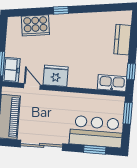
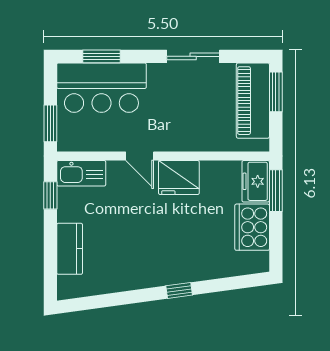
cooker: (35, 25) -> (252, 227), moved, turned -82
door: (32, 86) -> (140, 156), moved
sliding door: (42, 145) -> (193, 56), width x0.73

